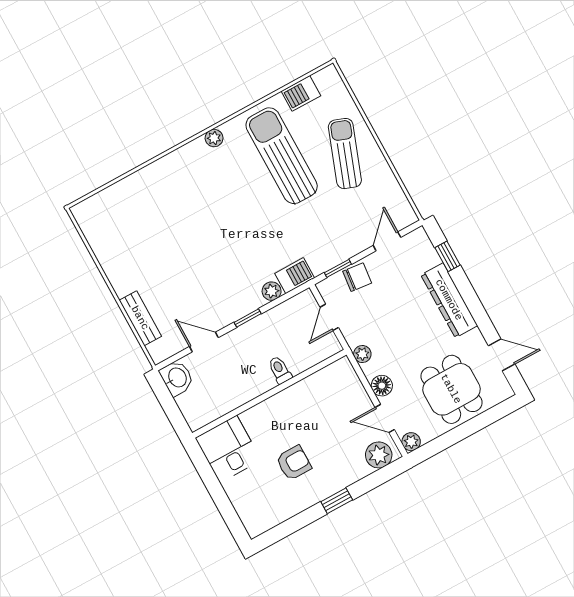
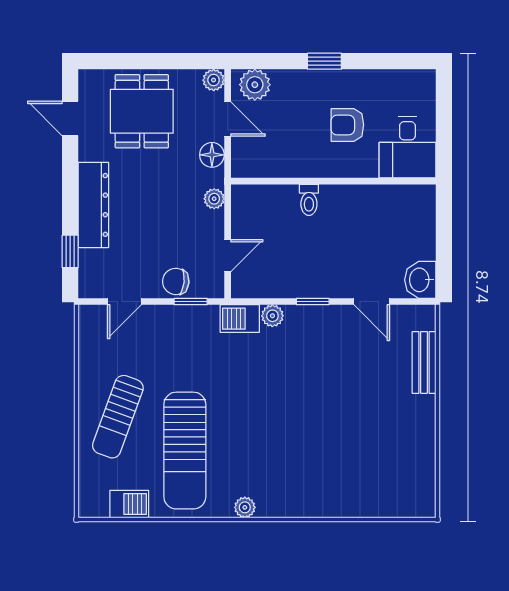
toilet: (280, 370) -> (309, 200), moved
wall: (269, 394) -> (333, 181), moved
desk: (228, 449) -> (407, 147), moved

